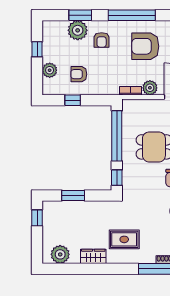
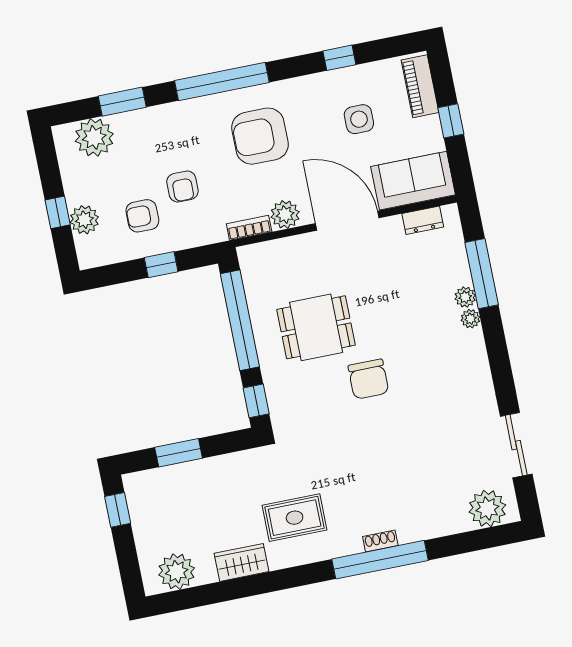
plant: (78, 30) -> (94, 137), moved
armchair: (102, 40) -> (182, 186), moved
window: (37, 49) -> (58, 212), moved
window: (73, 100) -> (161, 265), moved

